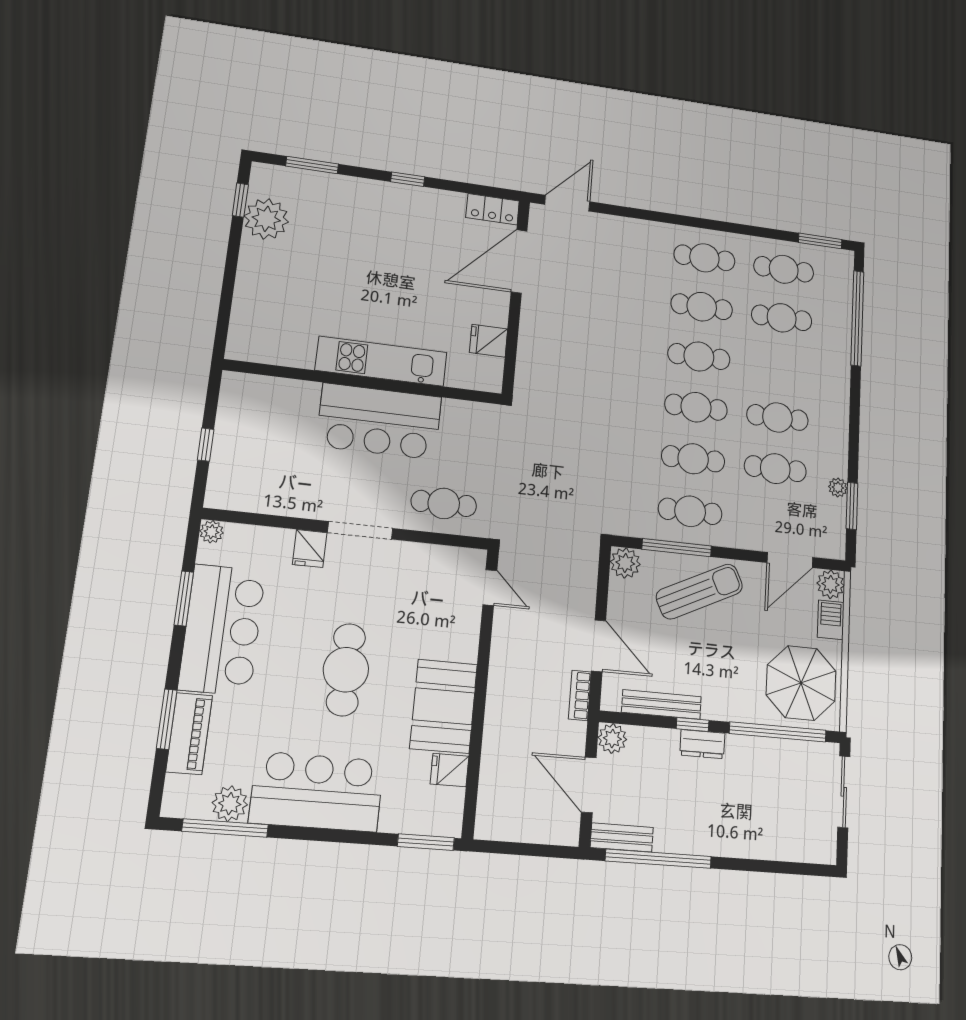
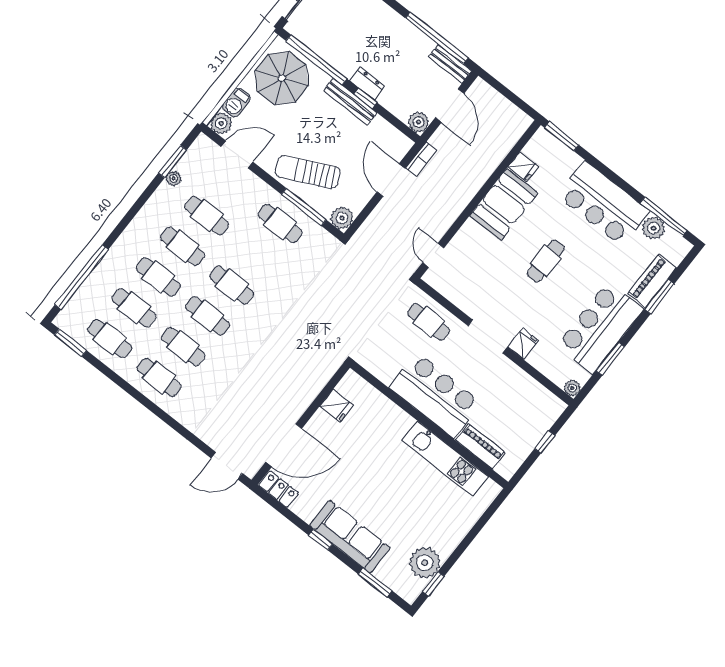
sofa: (376, 201) -> (350, 537), added
kitchen unit: (381, 361) -> (445, 459), moved
piano: (285, 392) -> (480, 446), added
cafe table: (693, 459) -> (158, 277), moved
cafe table: (346, 670) -> (546, 261), width x0.73, depth x0.74
bench: (661, 704) -> (350, 102), moved

